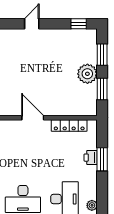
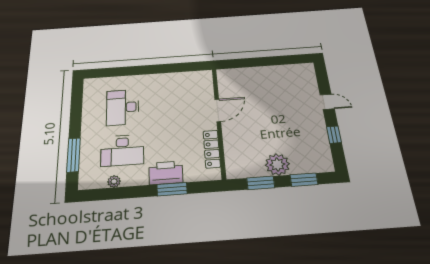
window: (79, 24) -> (334, 135), moved
printer: (91, 158) -> (166, 173), width x1.87, depth x1.48

